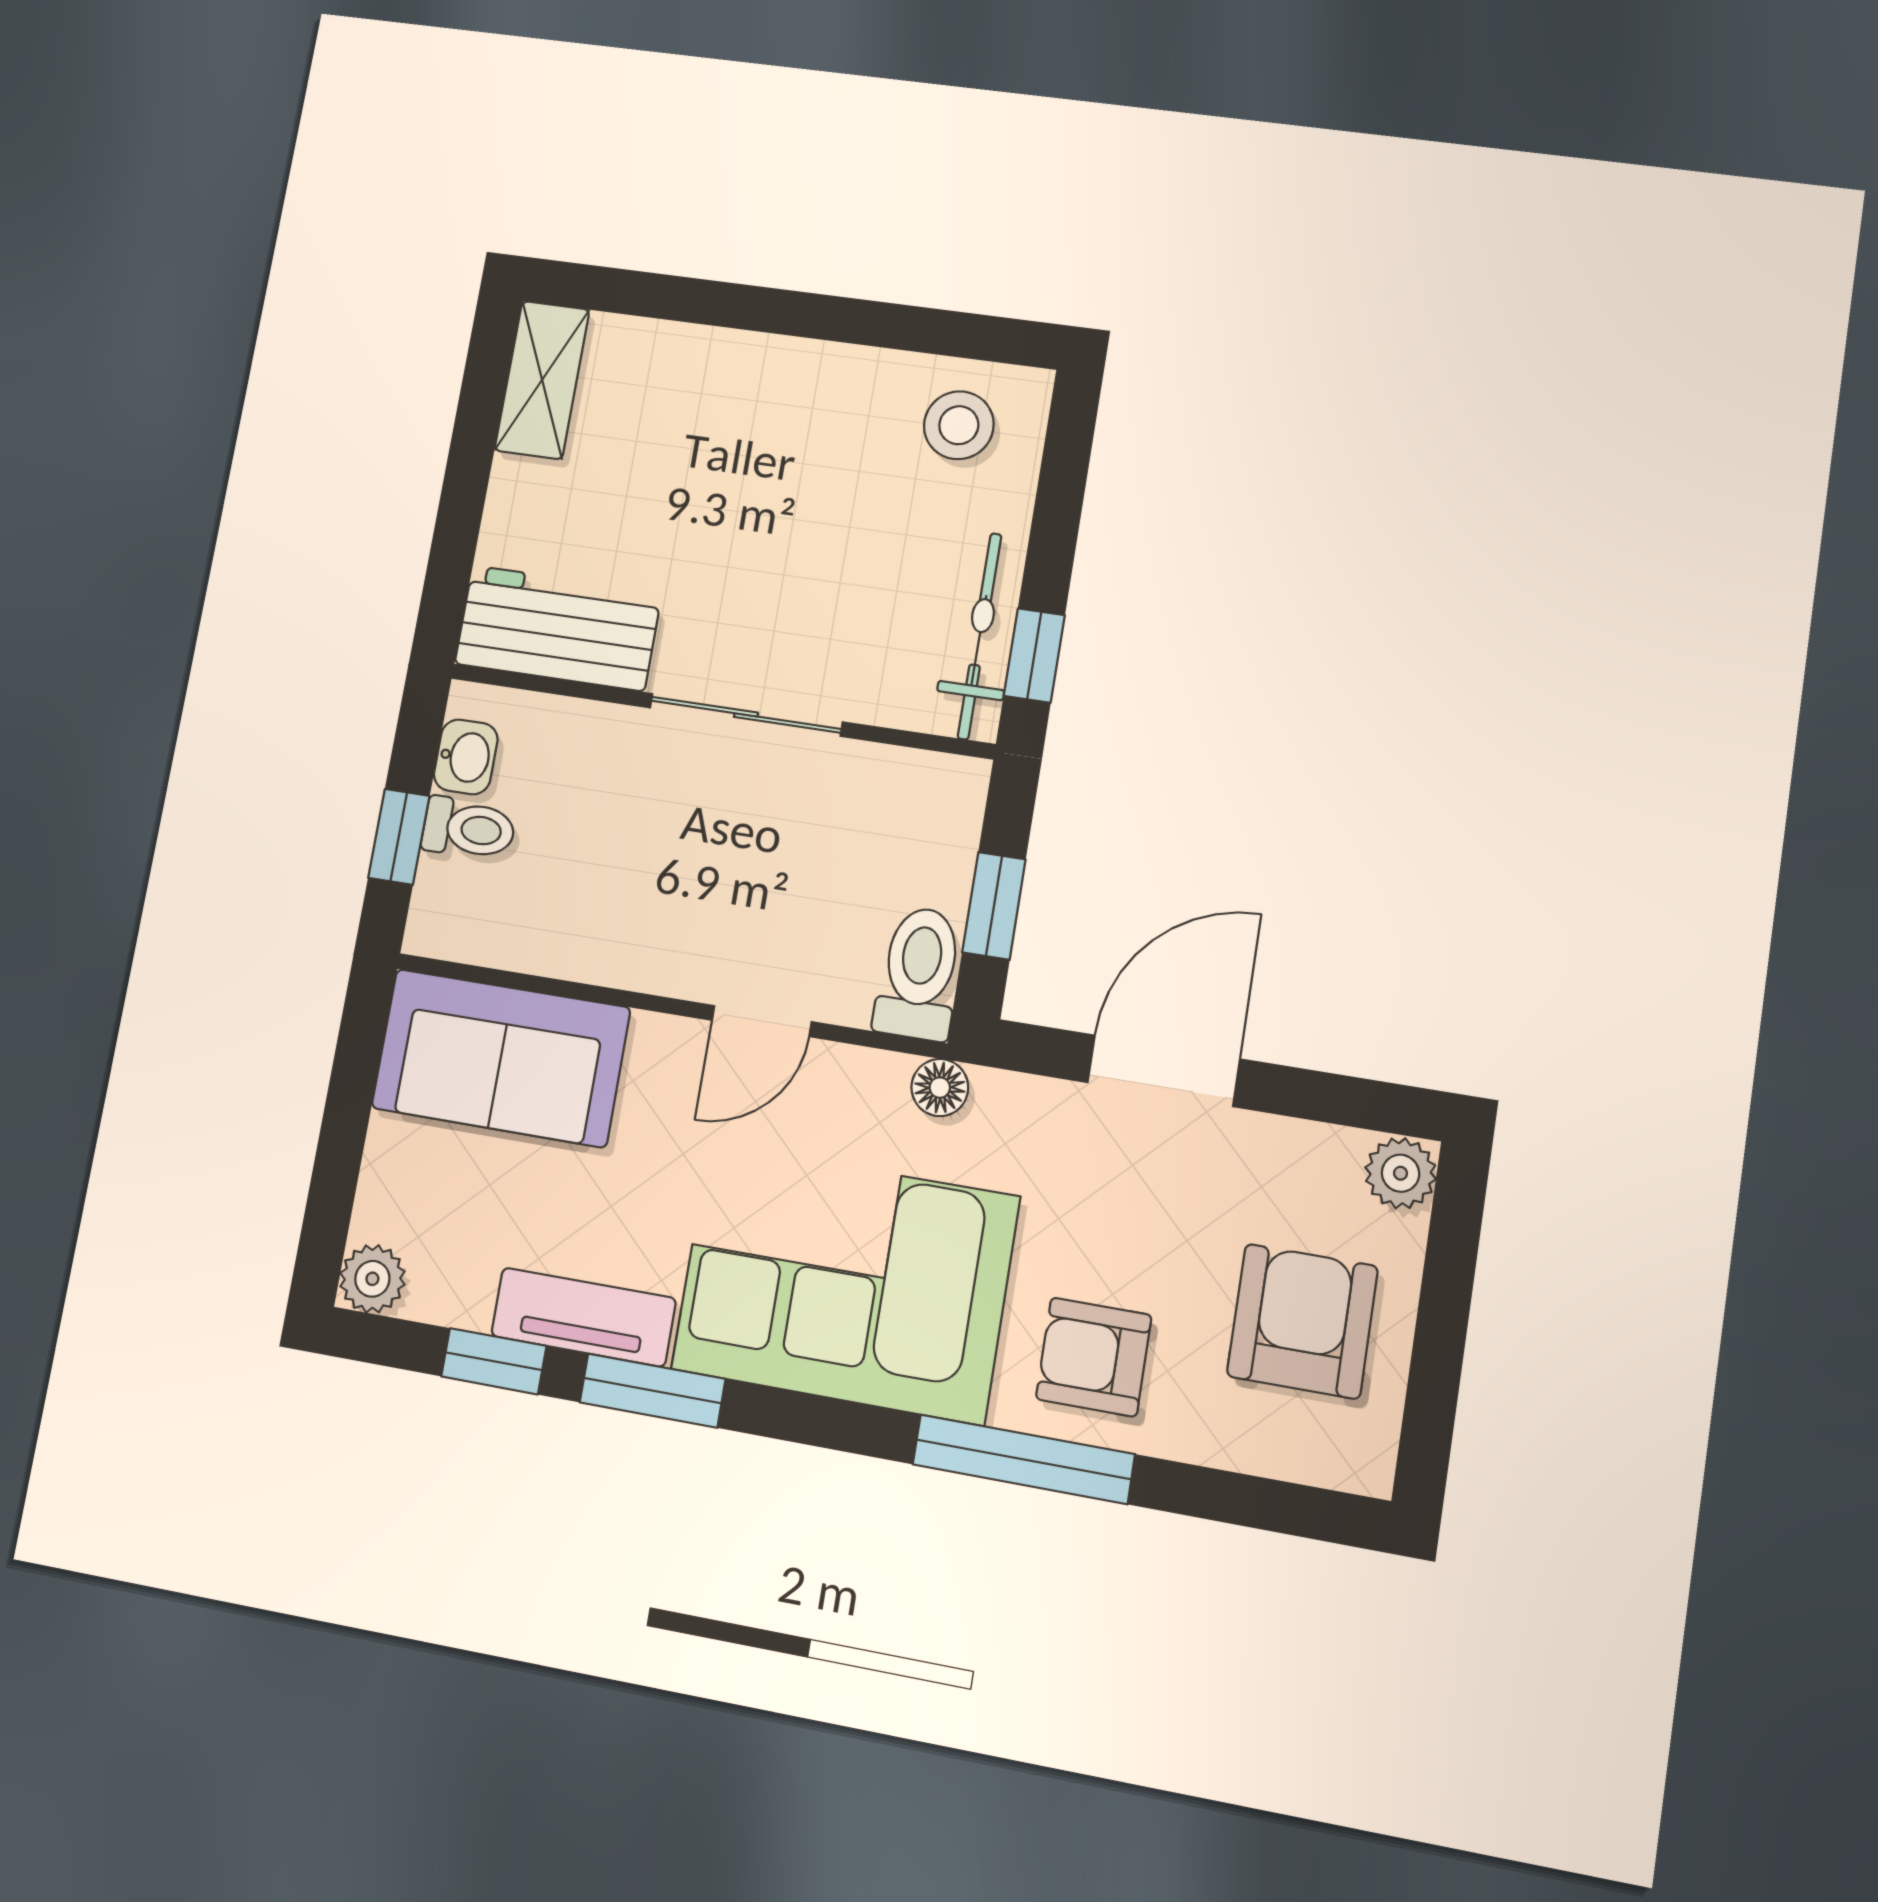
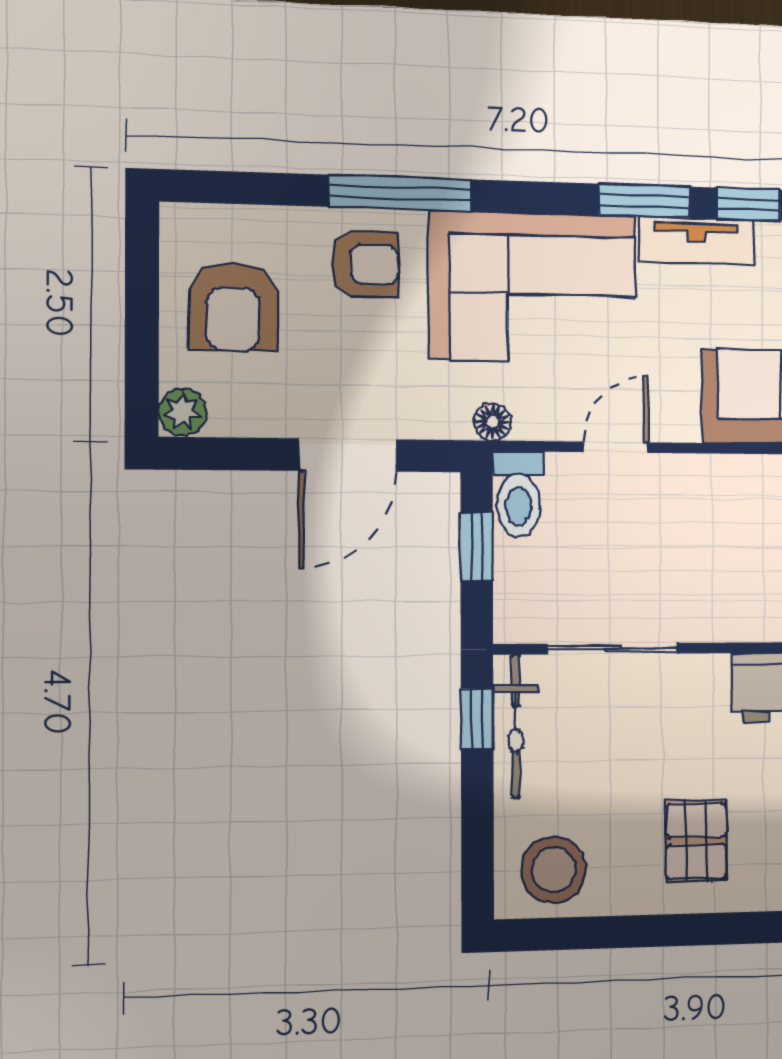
stool: (959, 425) -> (554, 870), width x1.38, depth x1.38
pallet: (745, 433) -> (696, 841), added
sliding door: (746, 715) -> (613, 649), moved

